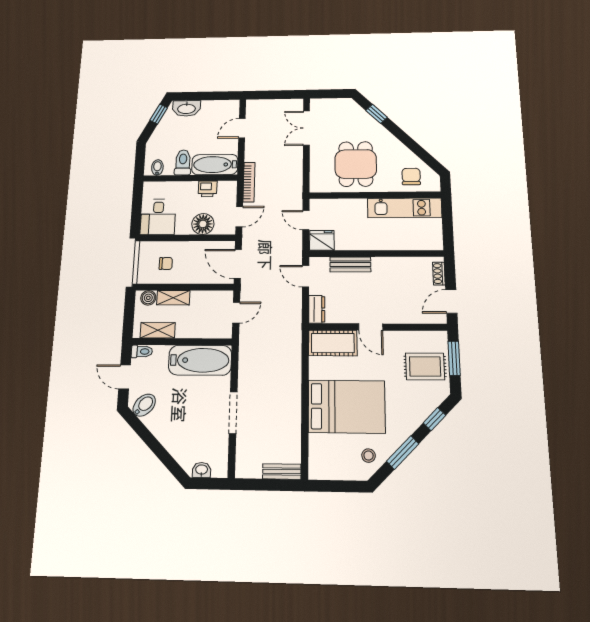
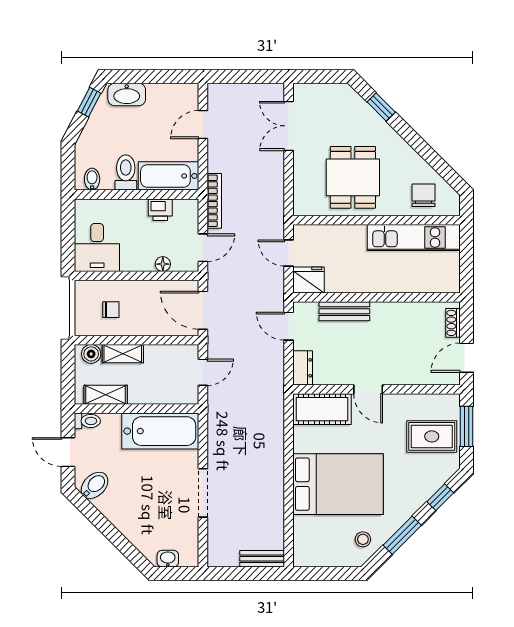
floor lamp: (203, 224) -> (163, 264), width x0.53, depth x0.53

